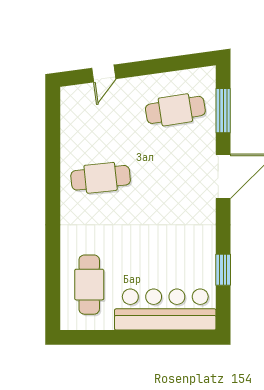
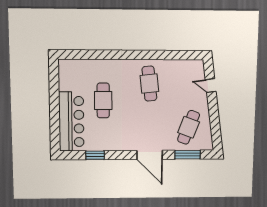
cafe table: (175, 110) -> (189, 127), turned 30
cafe table: (89, 285) -> (103, 100), moved, turned 90

